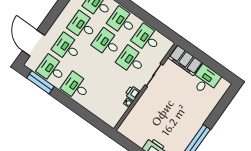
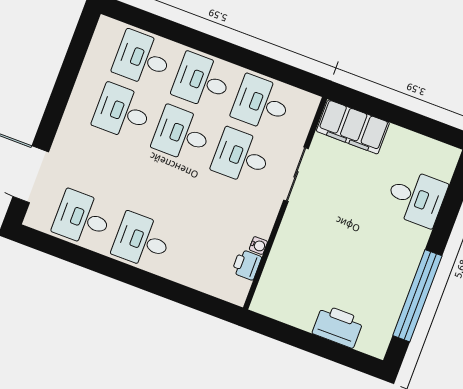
desk: (67, 48) -> (102, 165), removed
desk: (205, 80) -> (416, 198), moved, turned 90
window: (40, 82) -> (66, 251), removed
printer: (133, 93) -> (247, 265), moved

